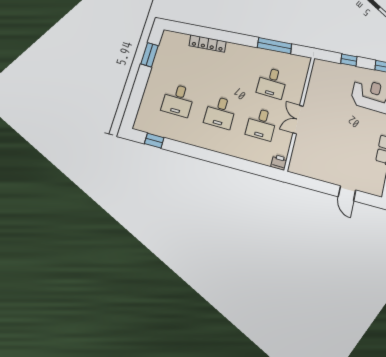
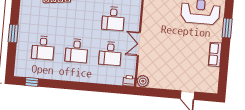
window: (150, 55) -> (13, 34), moved
plant: (296, 166) -> (143, 81), added

